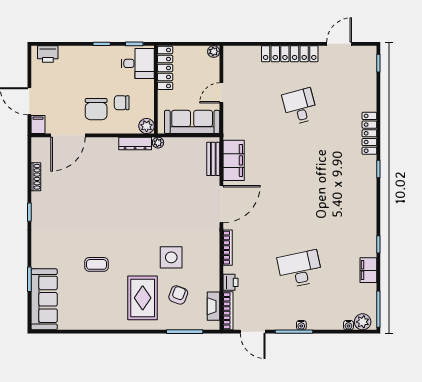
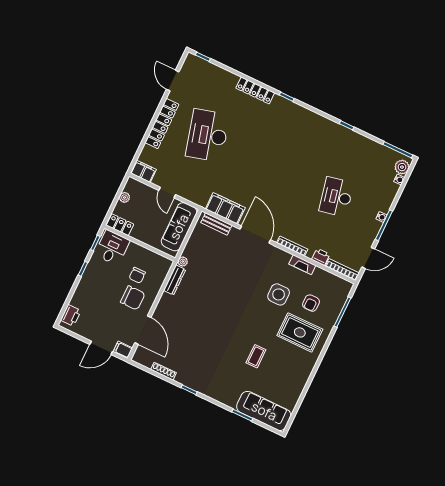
plant: (214, 51) -> (124, 197), moved
locker: (165, 68) -> (120, 225), width x0.66
desk: (300, 107) -> (208, 135), width x1.87, depth x1.30
plant: (147, 126) -> (165, 264), removed
filing cabinet: (368, 270) -> (143, 171), moved, turned 180
armchair: (178, 295) -> (311, 303), turned -111
fireplace: (214, 306) -> (302, 265), moved

